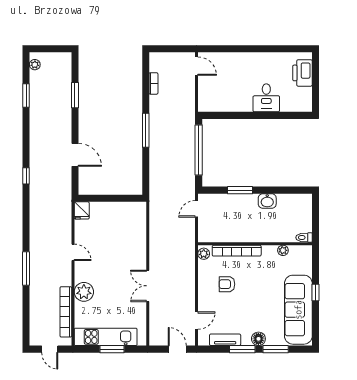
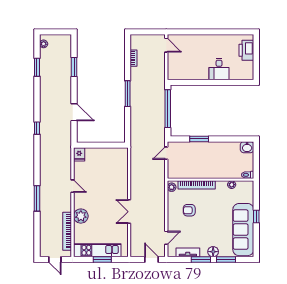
washbasin: (267, 201) -> (247, 147), moved

